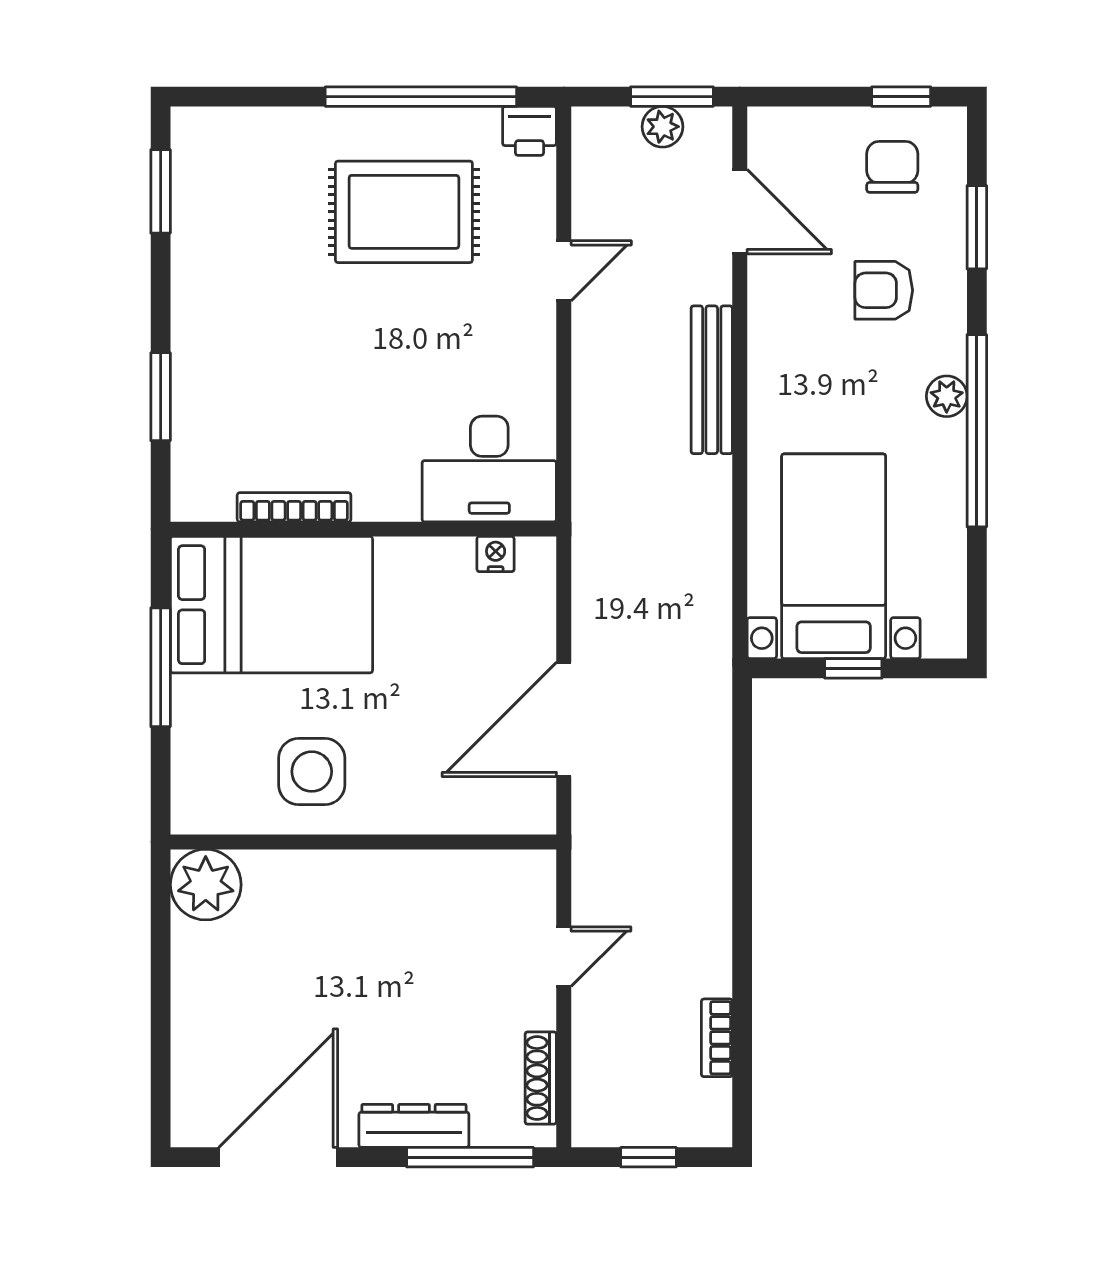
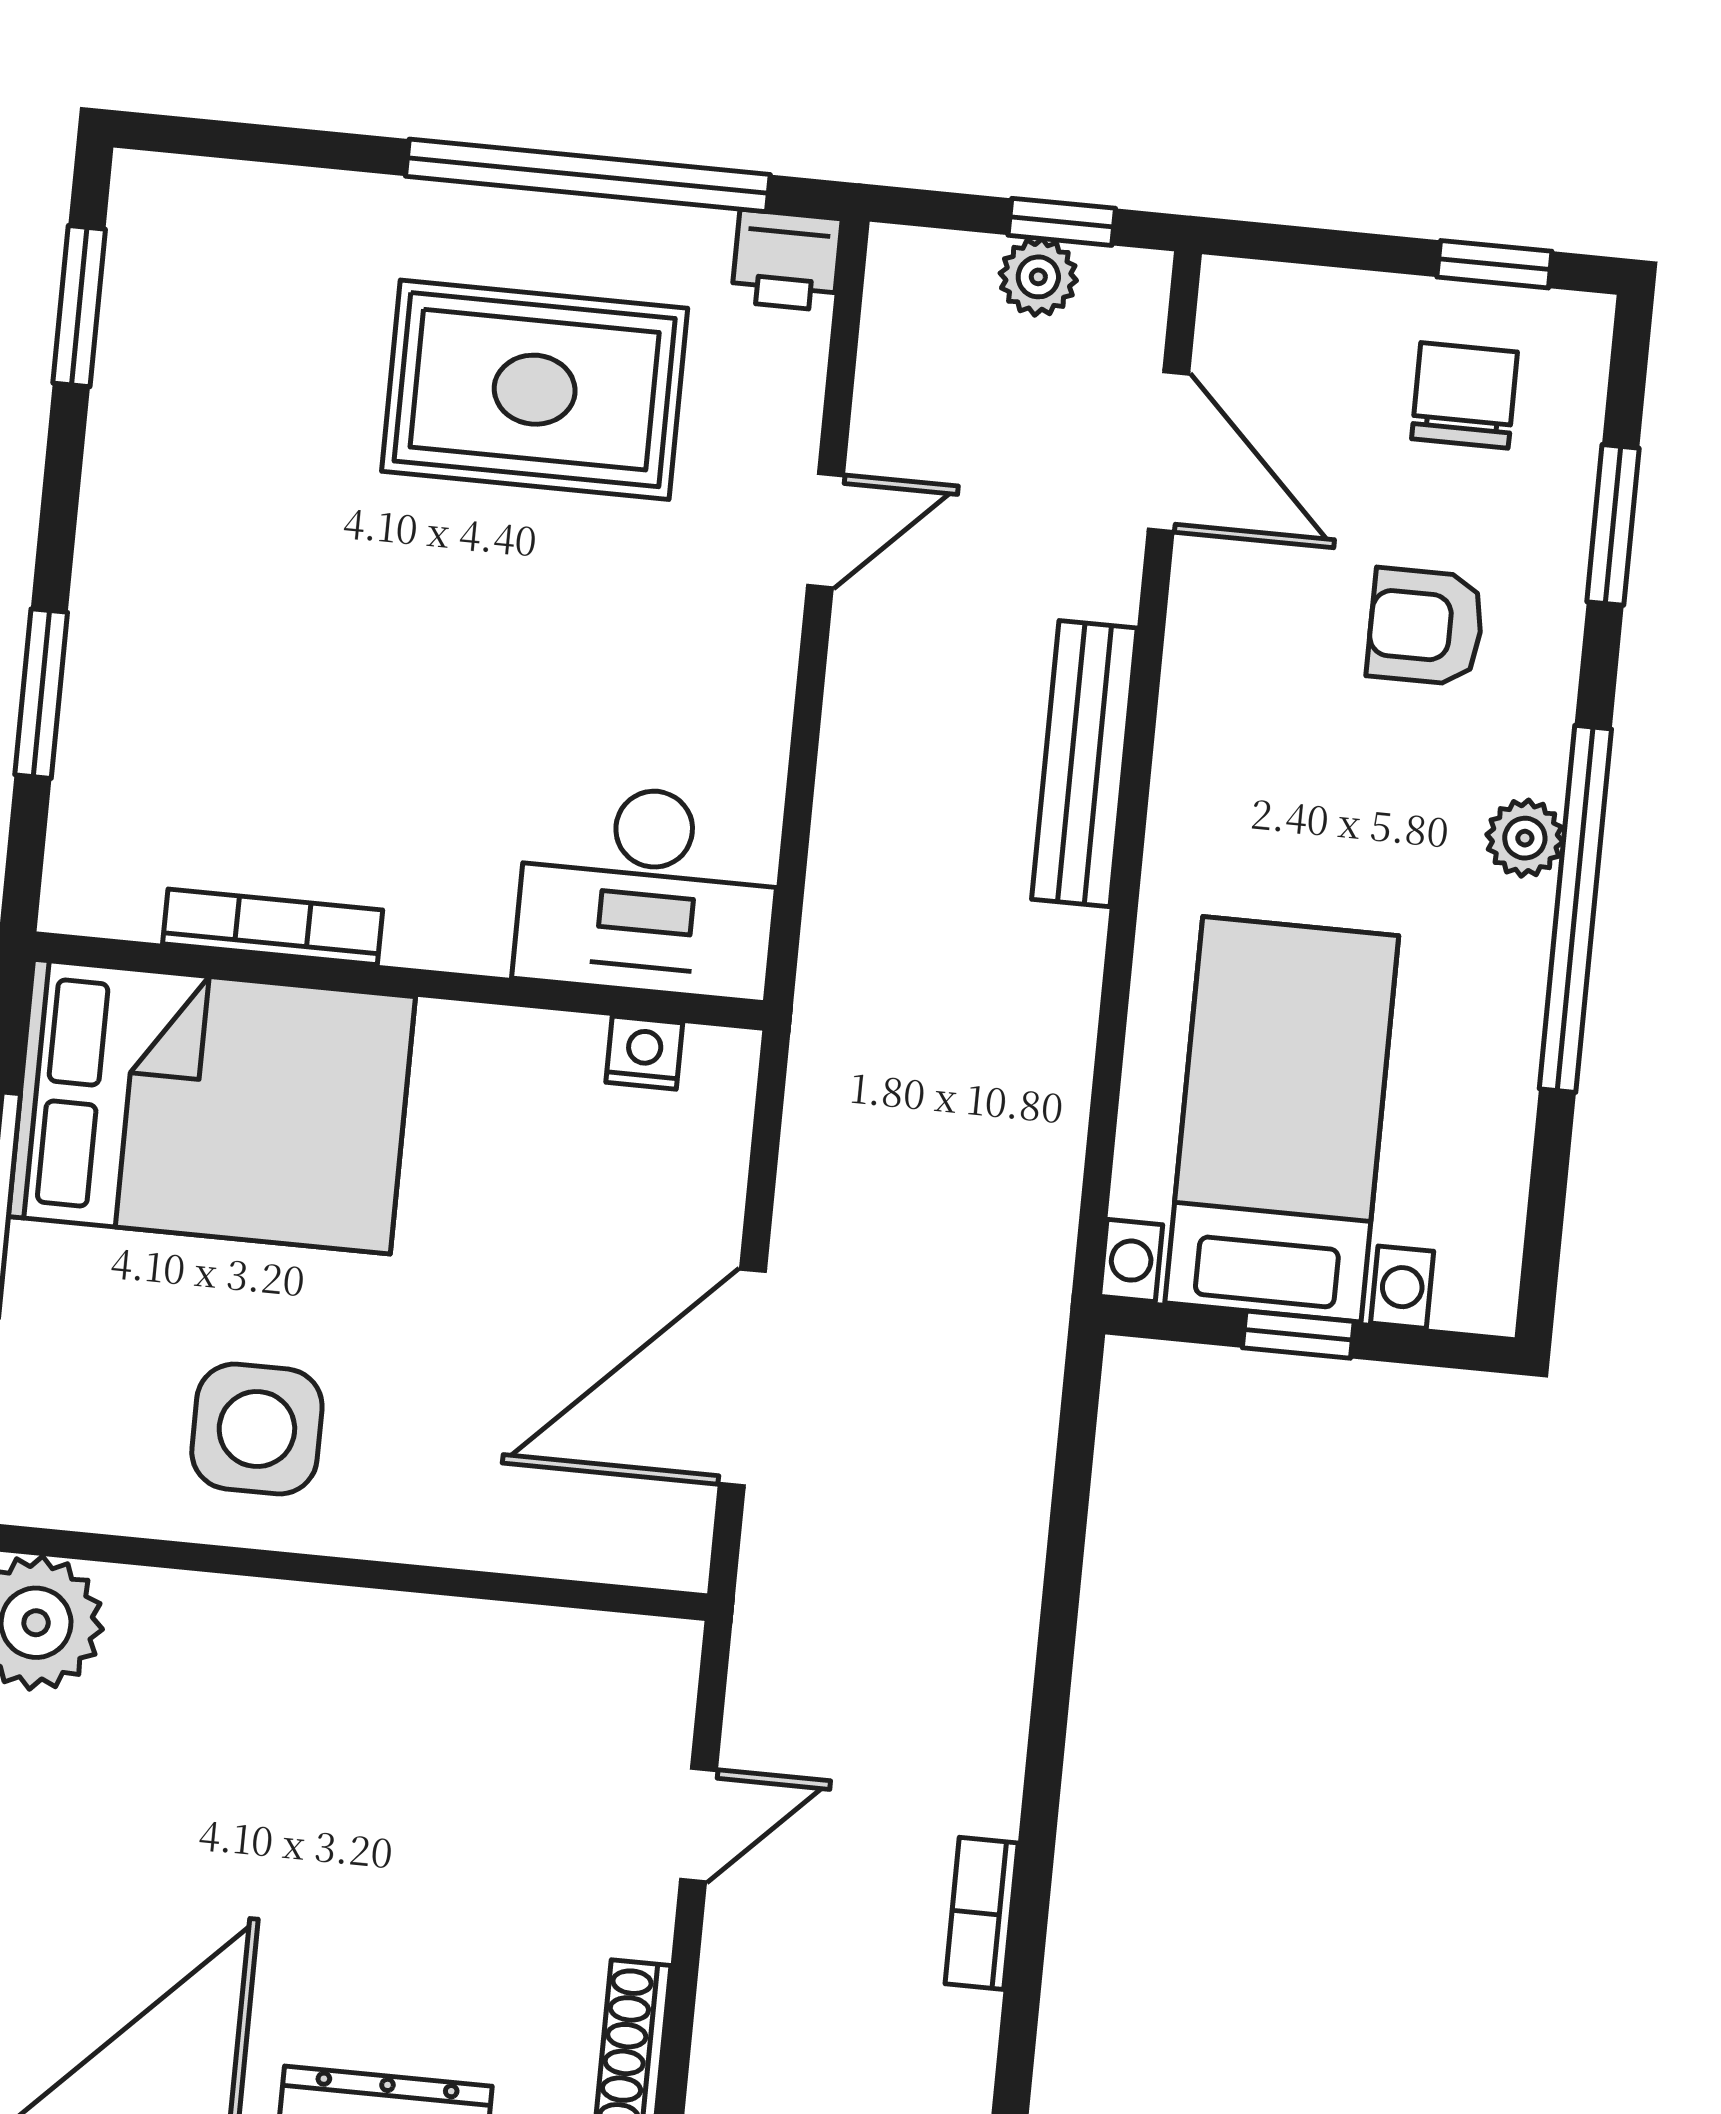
window: (672, 97) -> (1062, 222), width x0.67
bookcase: (717, 1038) -> (982, 1913), moved

